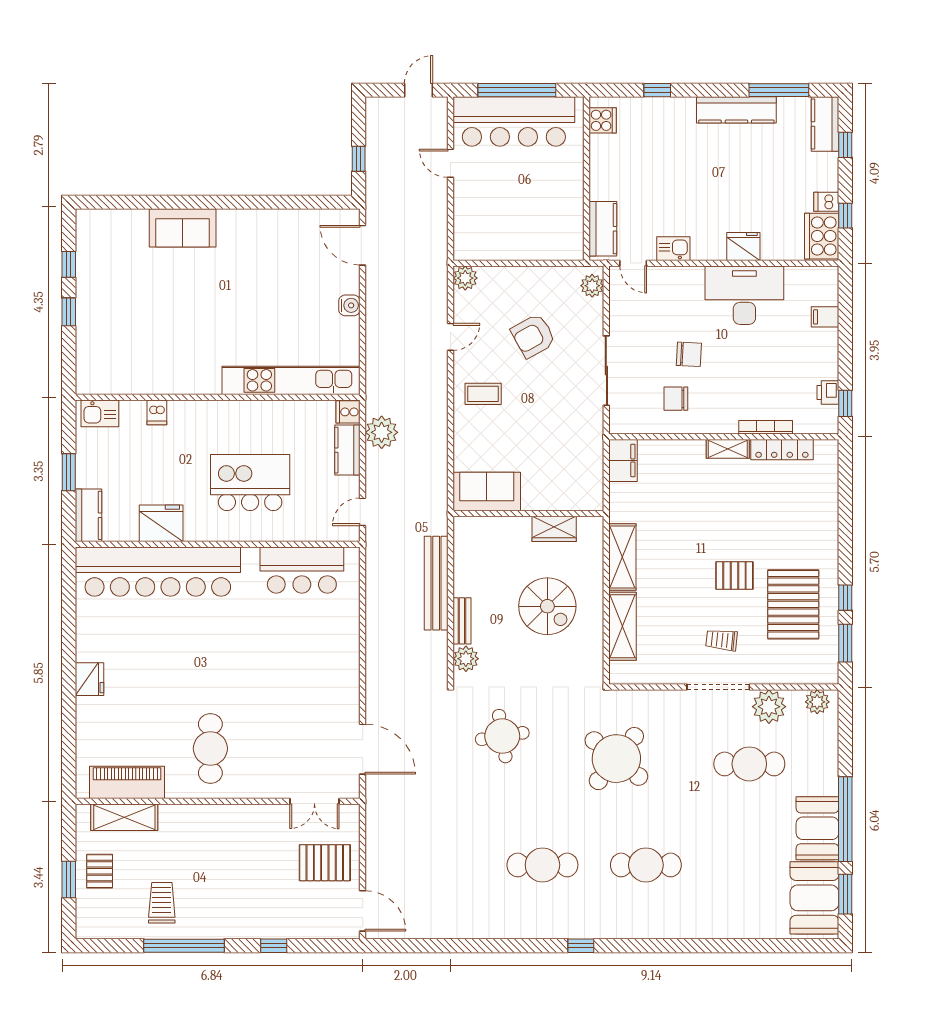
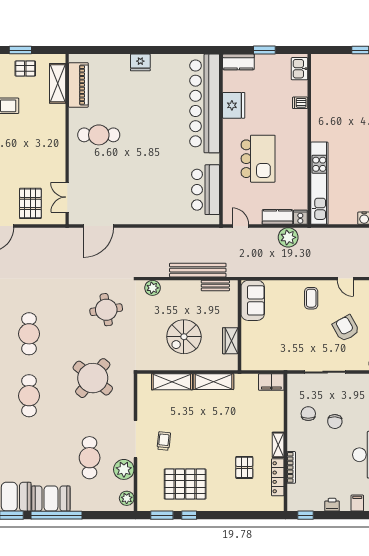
printer: (828, 393) -> (332, 505), moved
pallet: (734, 575) -> (244, 467), moved
bench: (462, 621) -> (215, 286), moved

